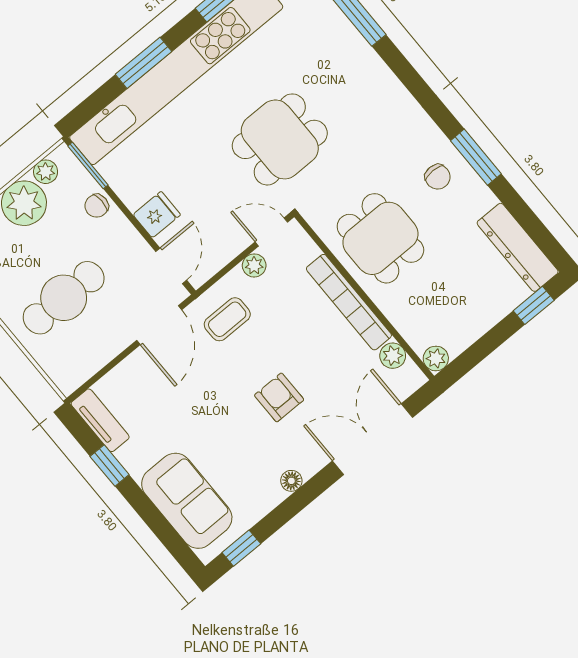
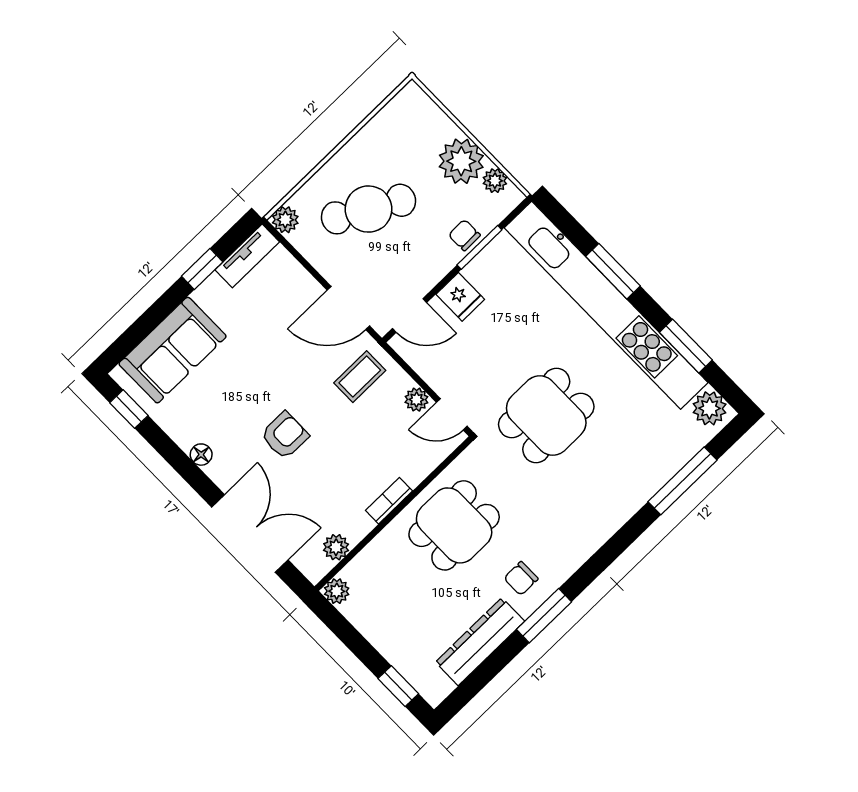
dining table: (280, 139) -> (546, 416), turned 90
window: (88, 166) -> (479, 247), moved
door: (271, 232) -> (452, 414), swing flipped
dresser: (518, 247) -> (480, 642), moved
cafe table: (64, 298) -> (369, 209), turned -61
bookcase: (349, 302) -> (389, 501), width x0.43, depth x0.76
coffee table: (227, 319) -> (360, 377), turned 90
plant: (68, 380) -> (285, 220), added

